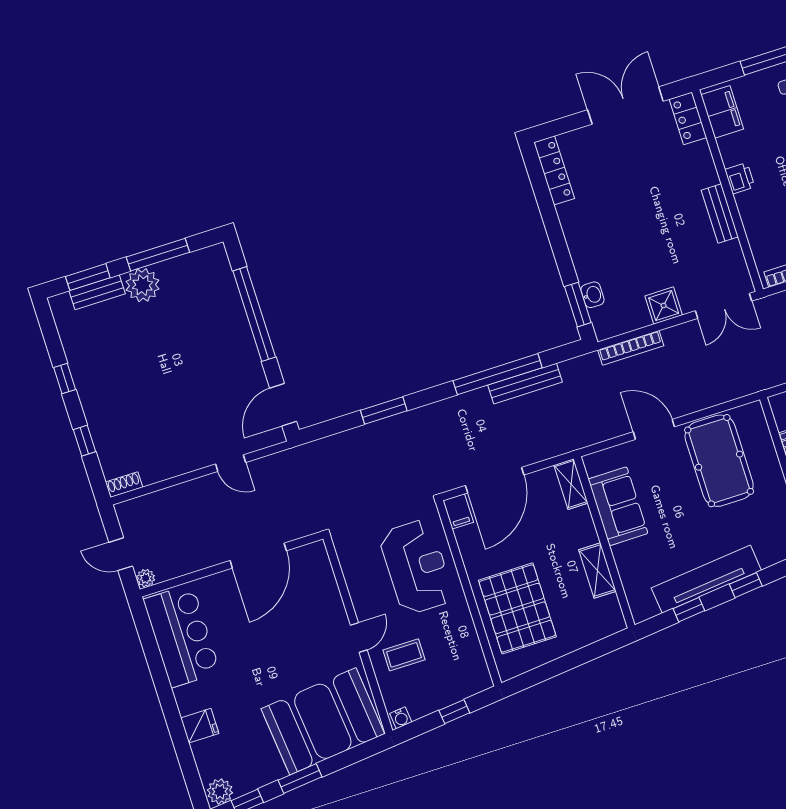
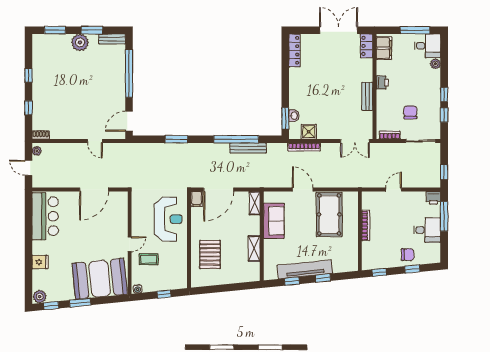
window: (158, 255) -> (92, 30), width x0.69
bench: (97, 292) -> (112, 39), moved
shower: (664, 306) -> (309, 132), moved
plant: (146, 578) -> (37, 151), moved
pallet: (517, 608) -> (210, 254), width x0.73, depth x0.71

